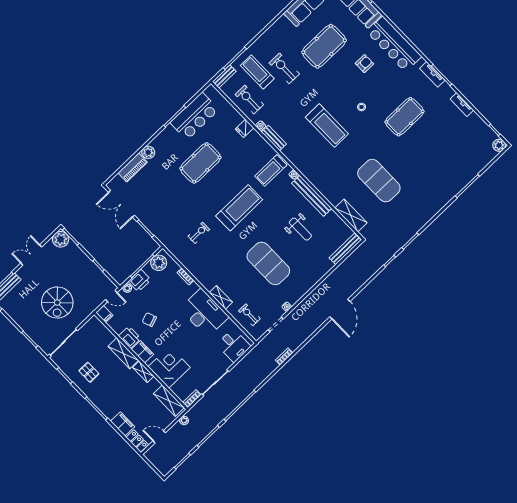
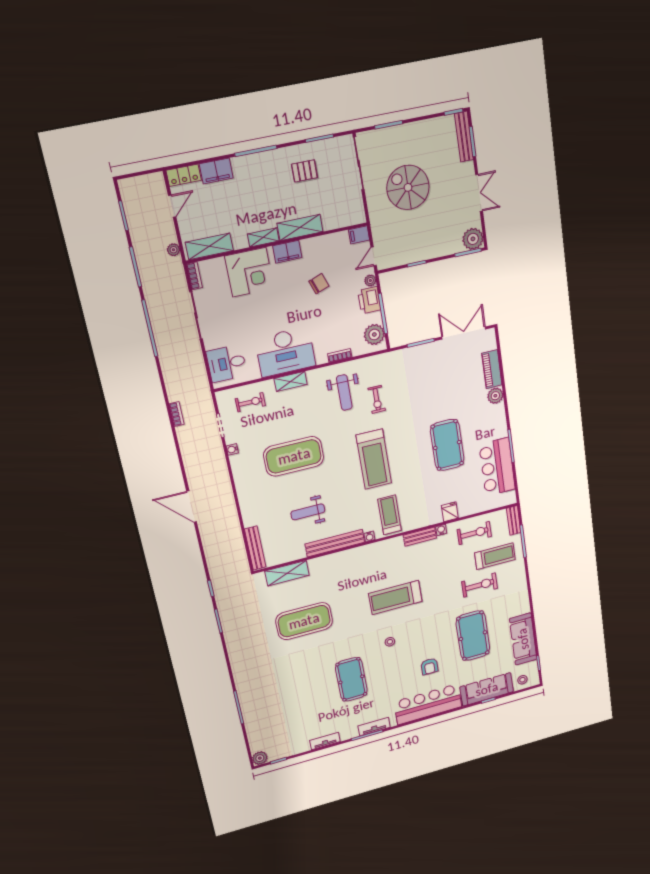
weight bench: (207, 258) -> (344, 393), added
printer: (130, 337) -> (314, 247), removed

